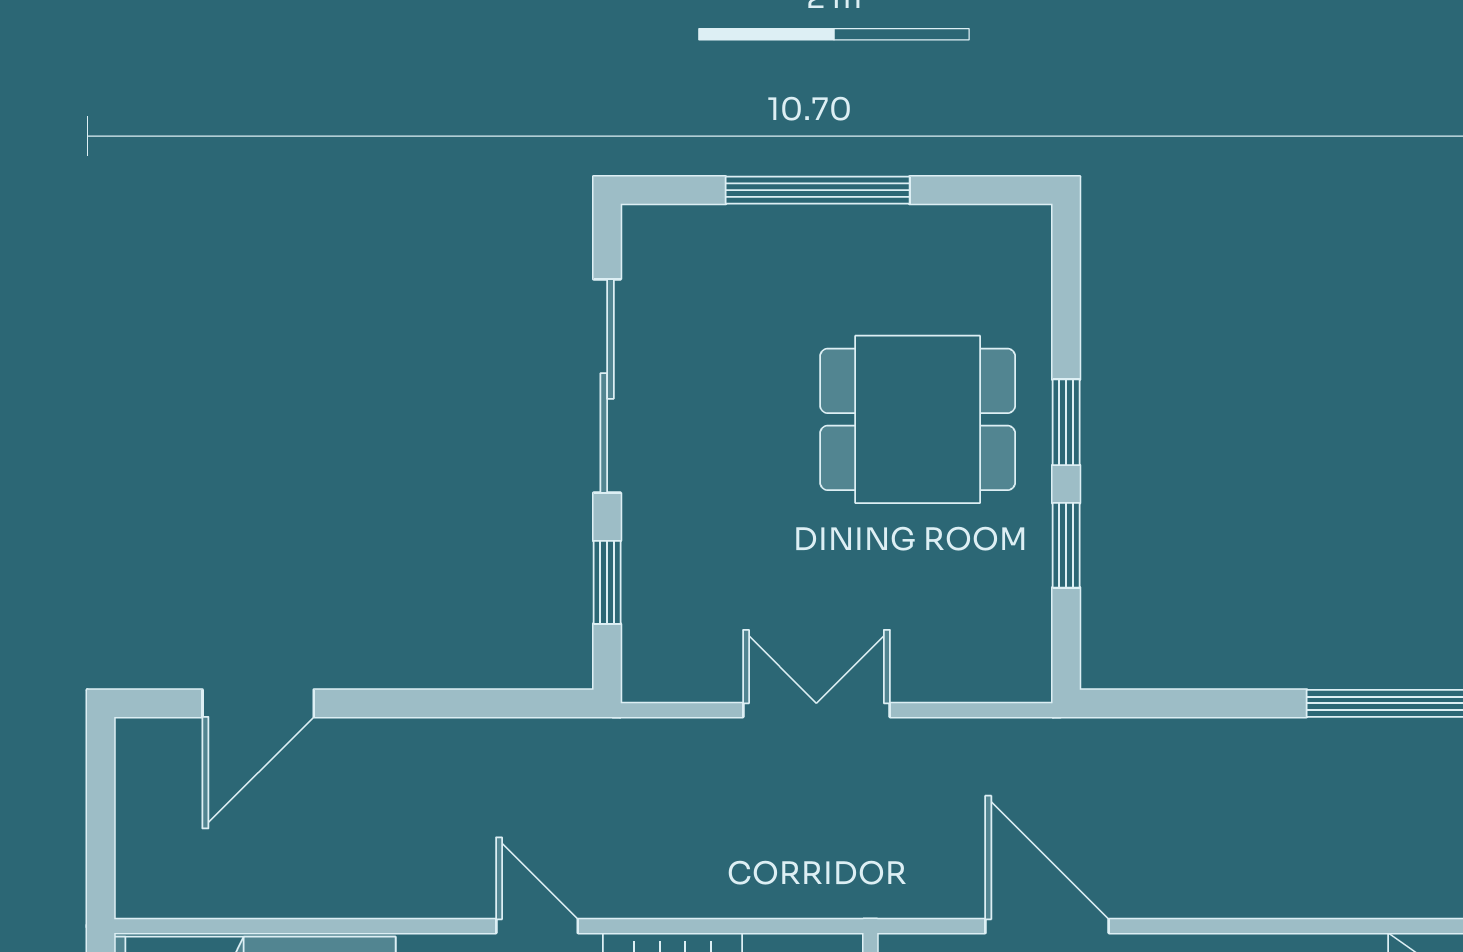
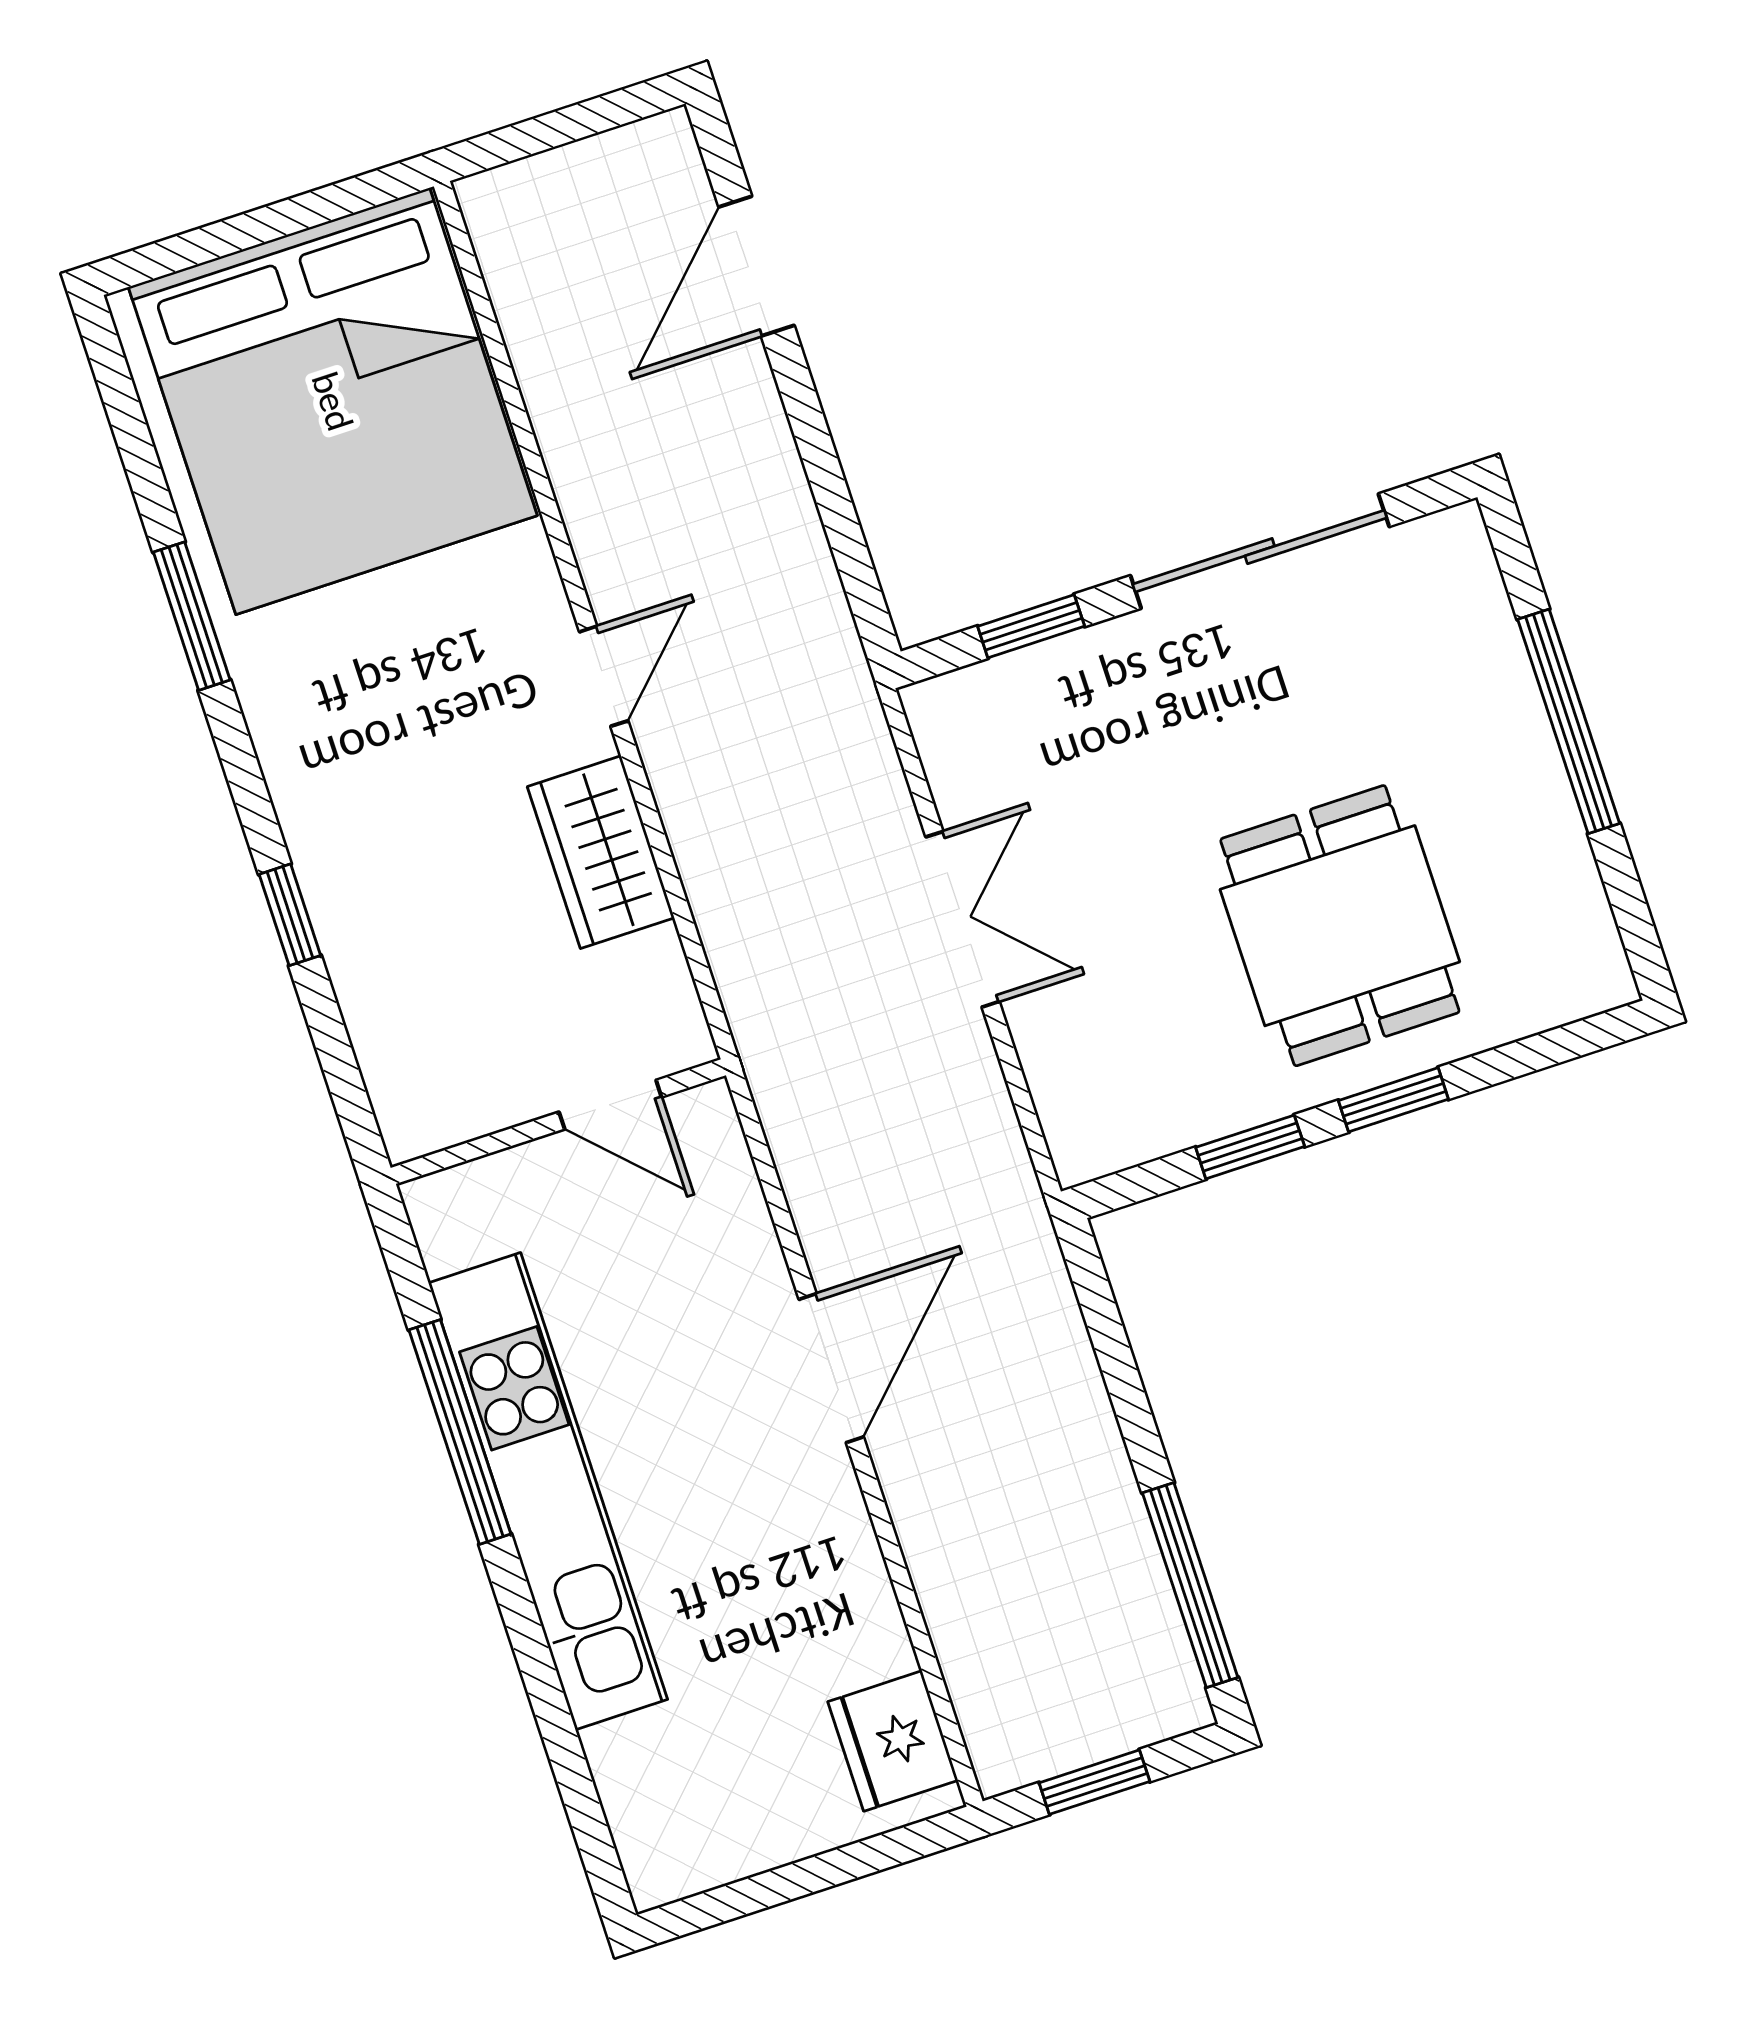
door: (258, 703) -> (757, 266), hinge flipped
door: (1047, 926) -> (831, 1368), moved

